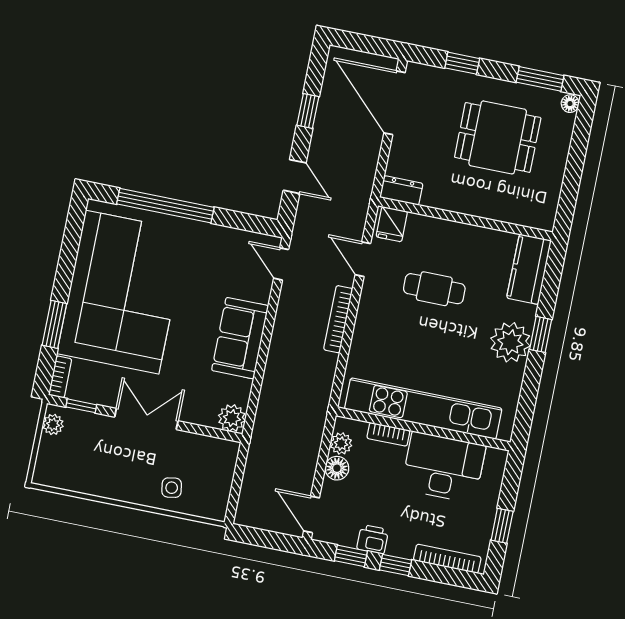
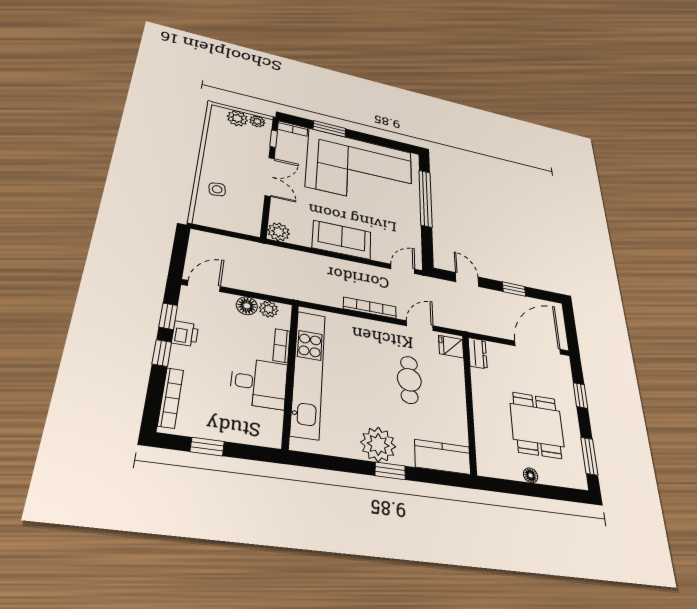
floor lamp: (570, 104) -> (531, 475), moved
door: (295, 177) -> (467, 279), swing flipped
plant: (51, 451) -> (237, 118), added
desk: (443, 467) -> (259, 383), width x0.73

